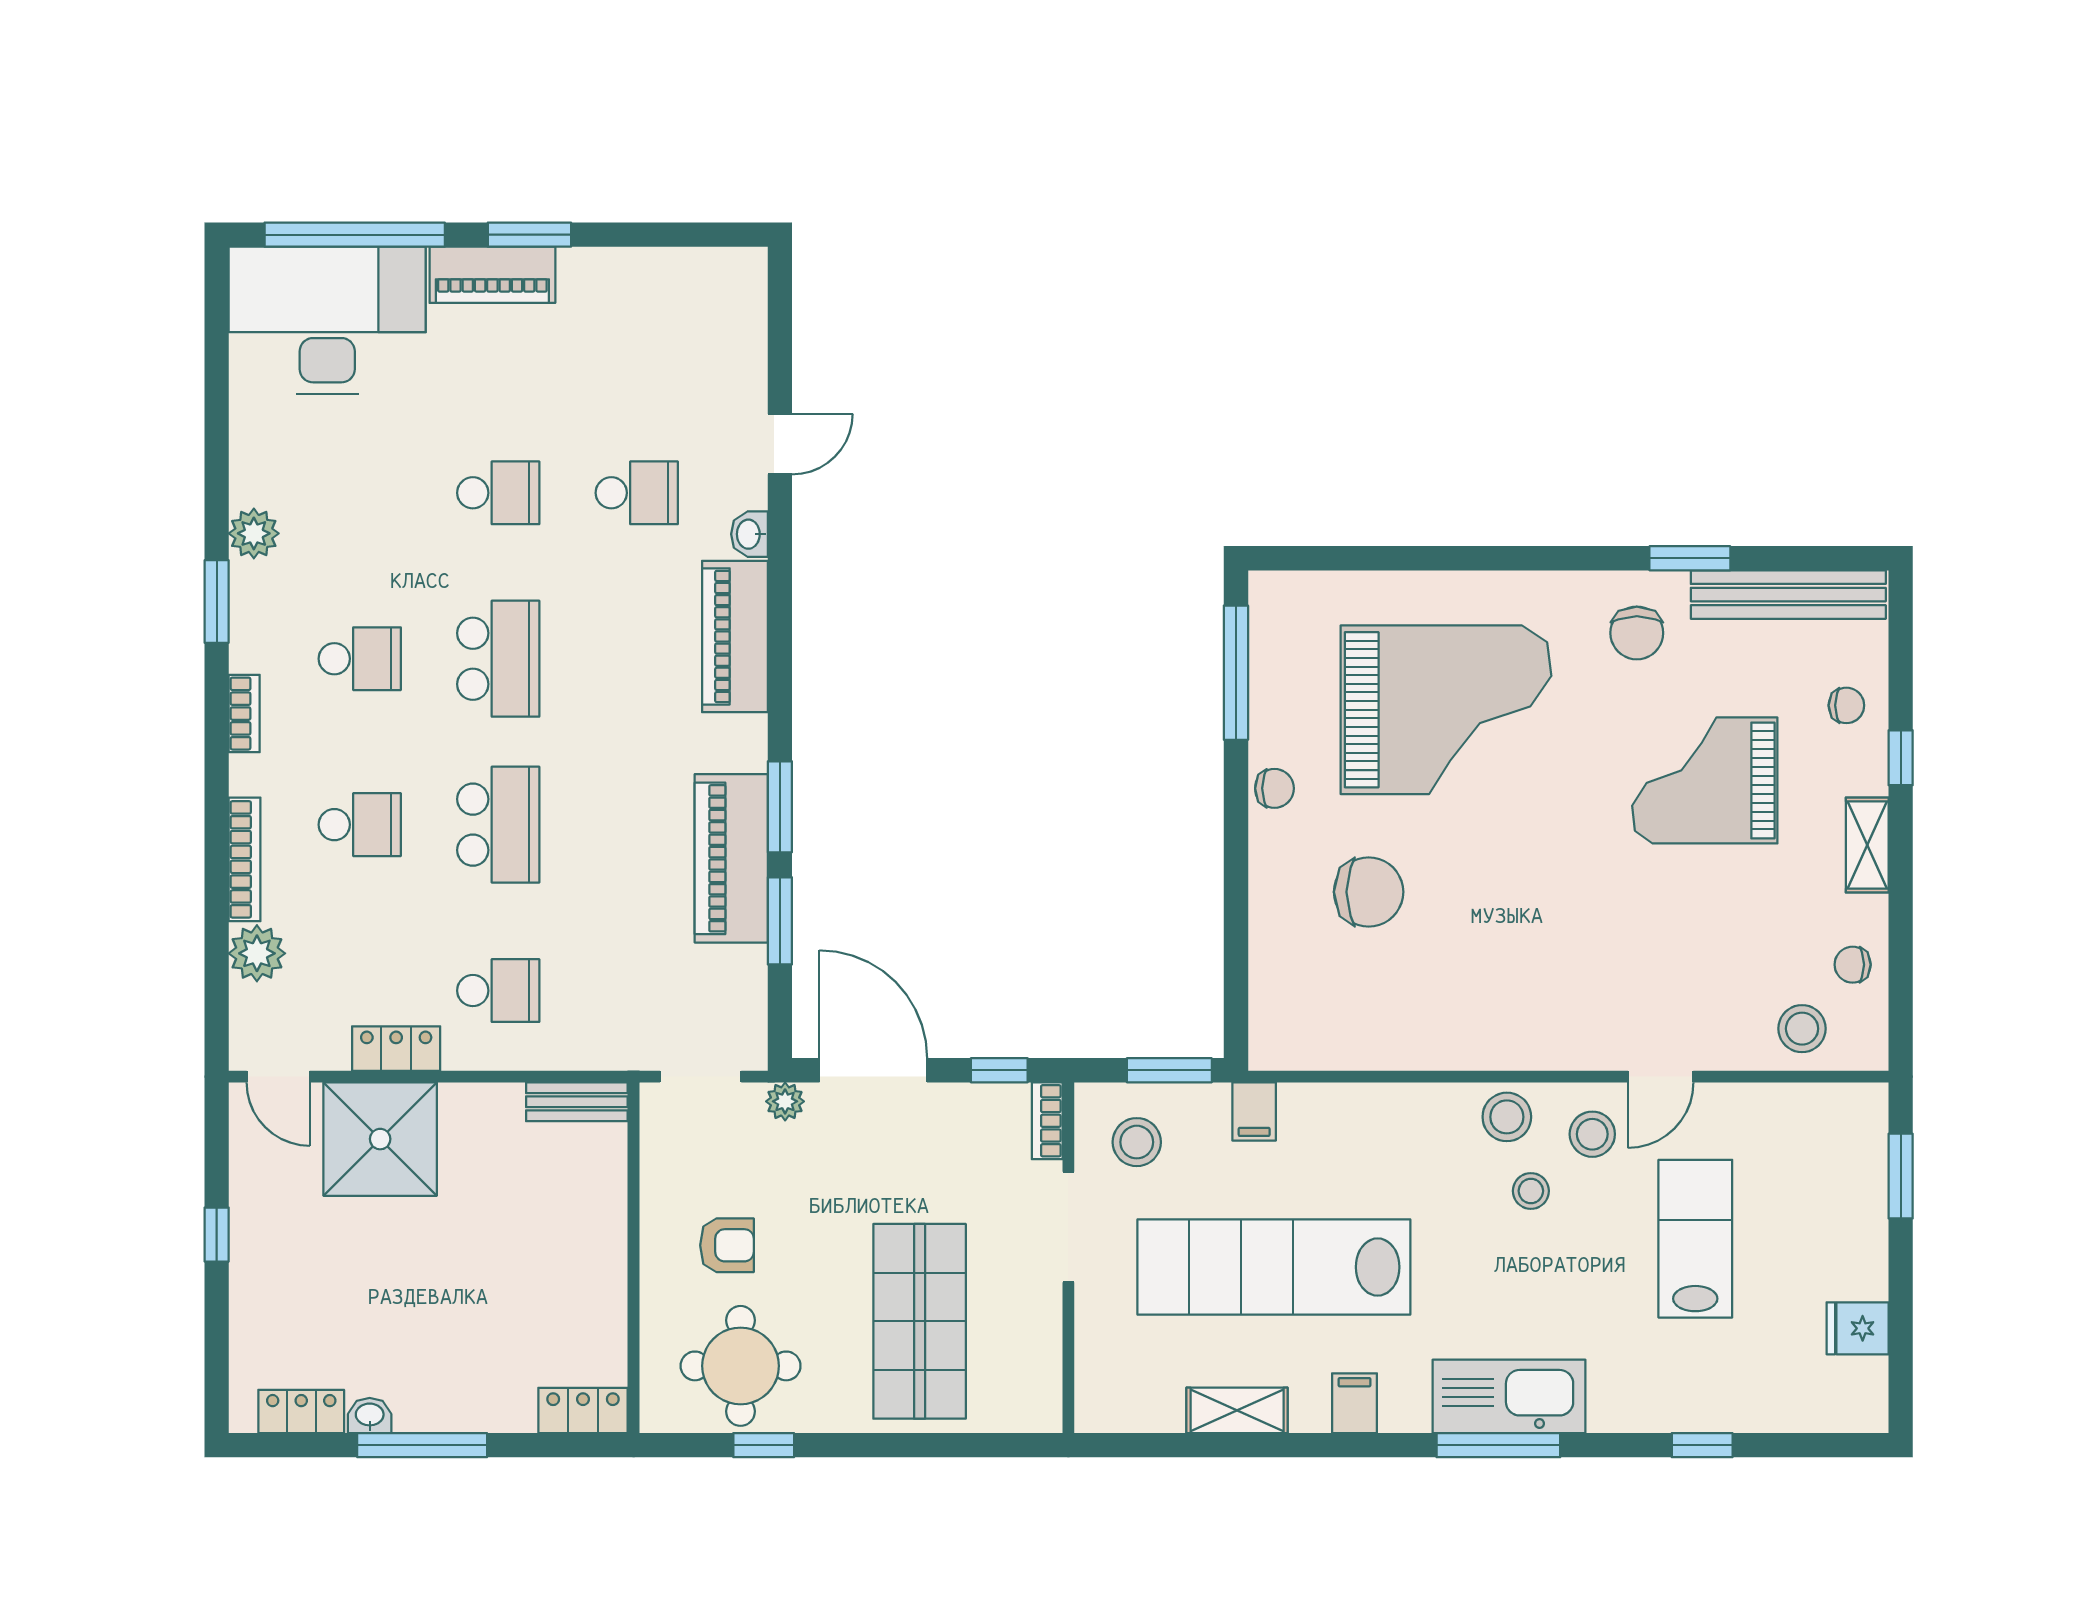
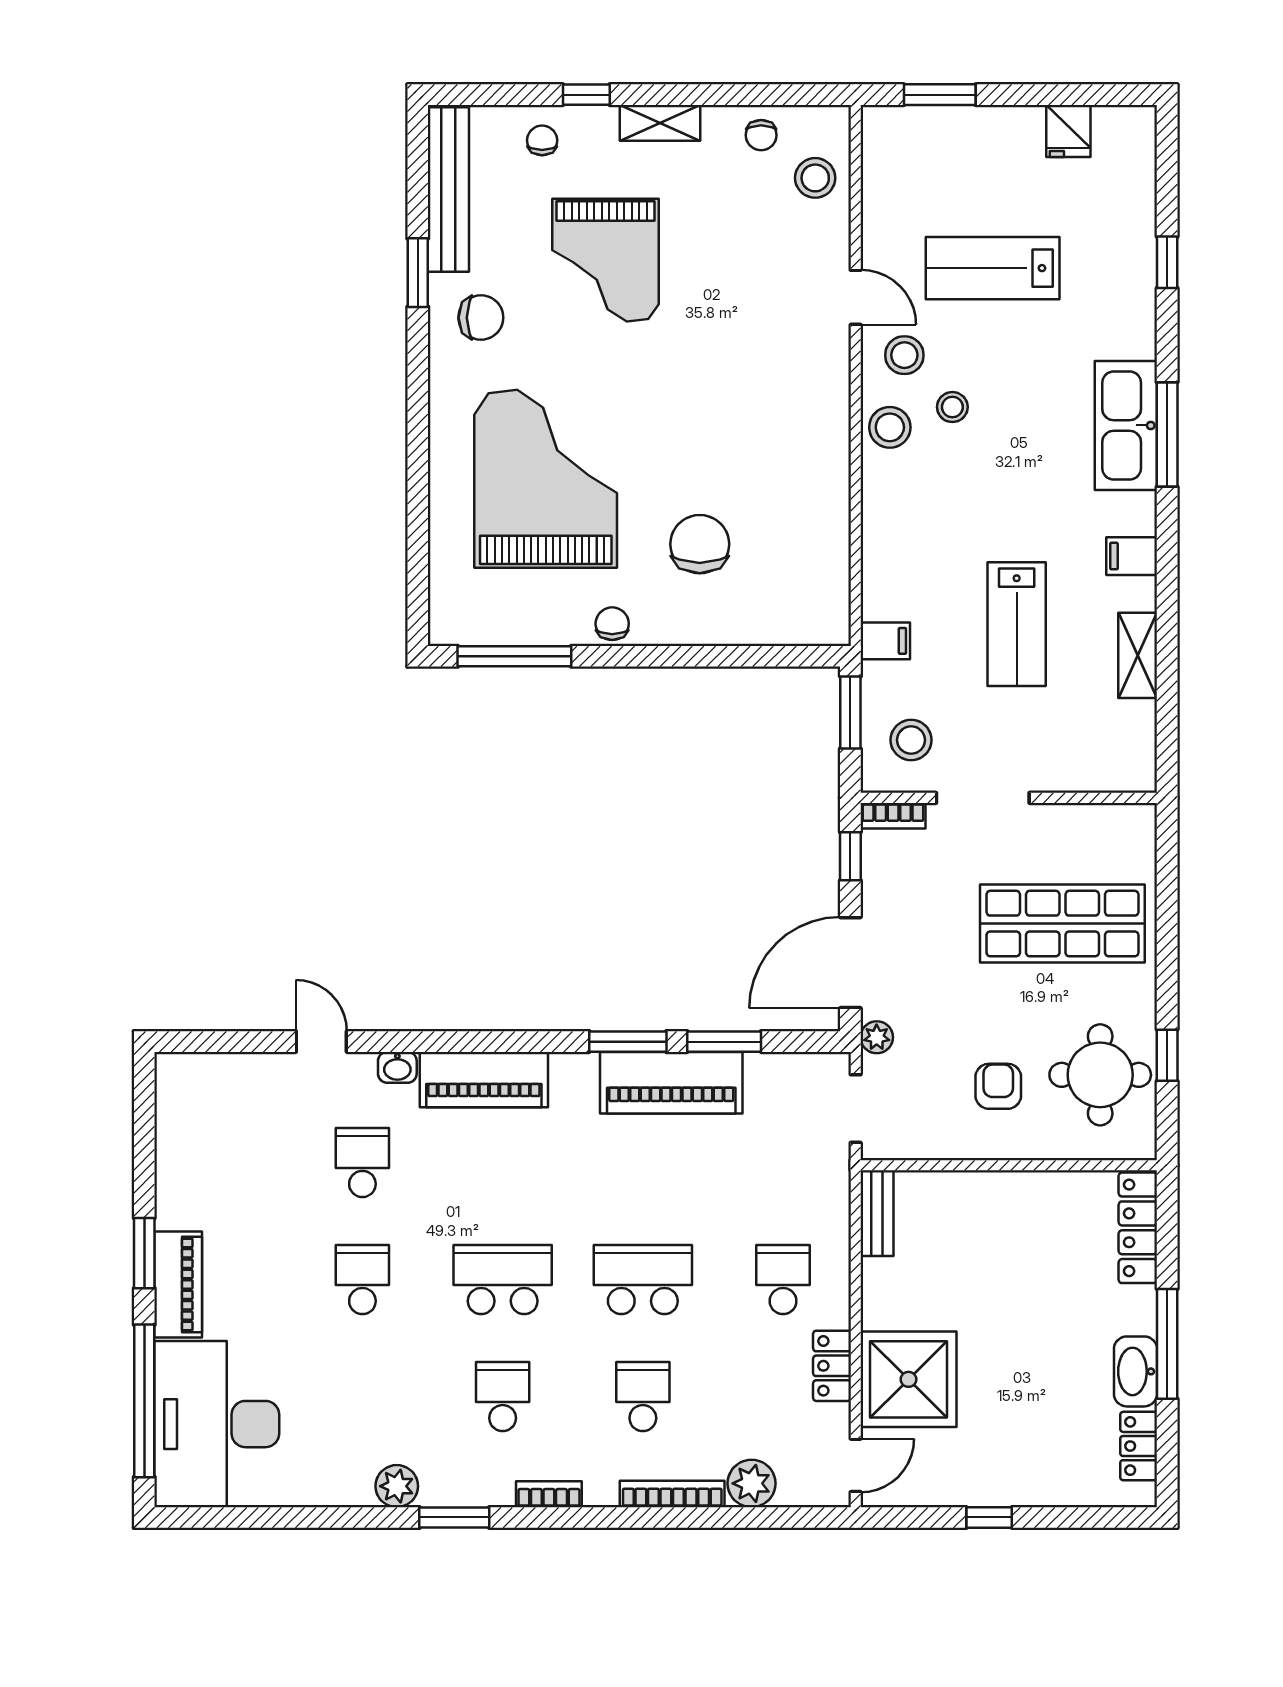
lab bench: (1274, 1267) -> (1017, 624), width x0.54, depth x0.72
locker: (583, 1410) -> (1138, 1228), width x1.53
washbasin: (370, 1416) -> (1135, 1371), width x1.91, depth x1.45

